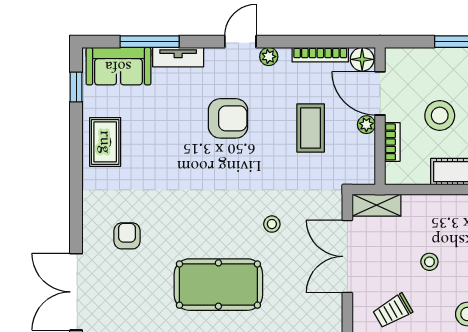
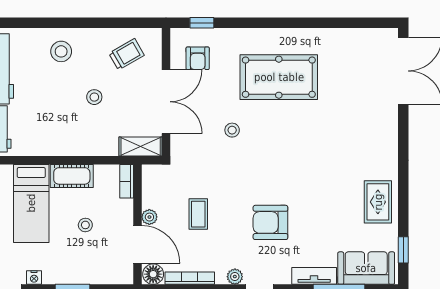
stool: (440, 115) -> (85, 225), width x0.53, depth x0.53
coffee table: (311, 128) -> (198, 214), width x0.73, depth x0.77
bookcase: (392, 142) -> (127, 181), moved
armchair: (127, 236) -> (198, 58), moved

